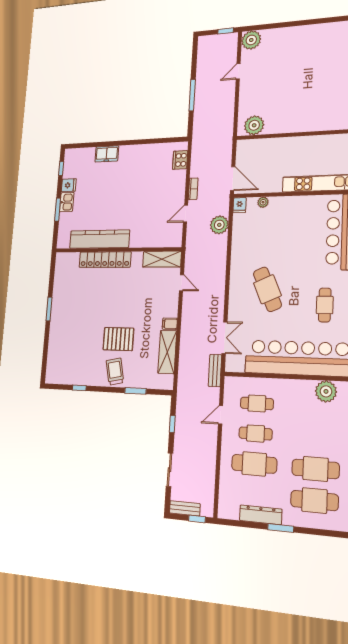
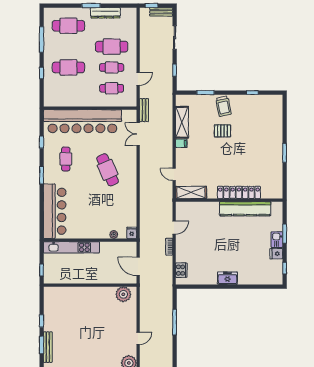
freezer: (107, 154) -> (227, 278), moved
door: (233, 179) -> (138, 266), moved
plant: (219, 225) -> (147, 218), removed
pallet: (118, 339) -> (222, 131), width x0.67, depth x0.71
plant: (326, 391) -> (63, 99), removed
cafe table: (316, 469) -> (68, 67), moved

